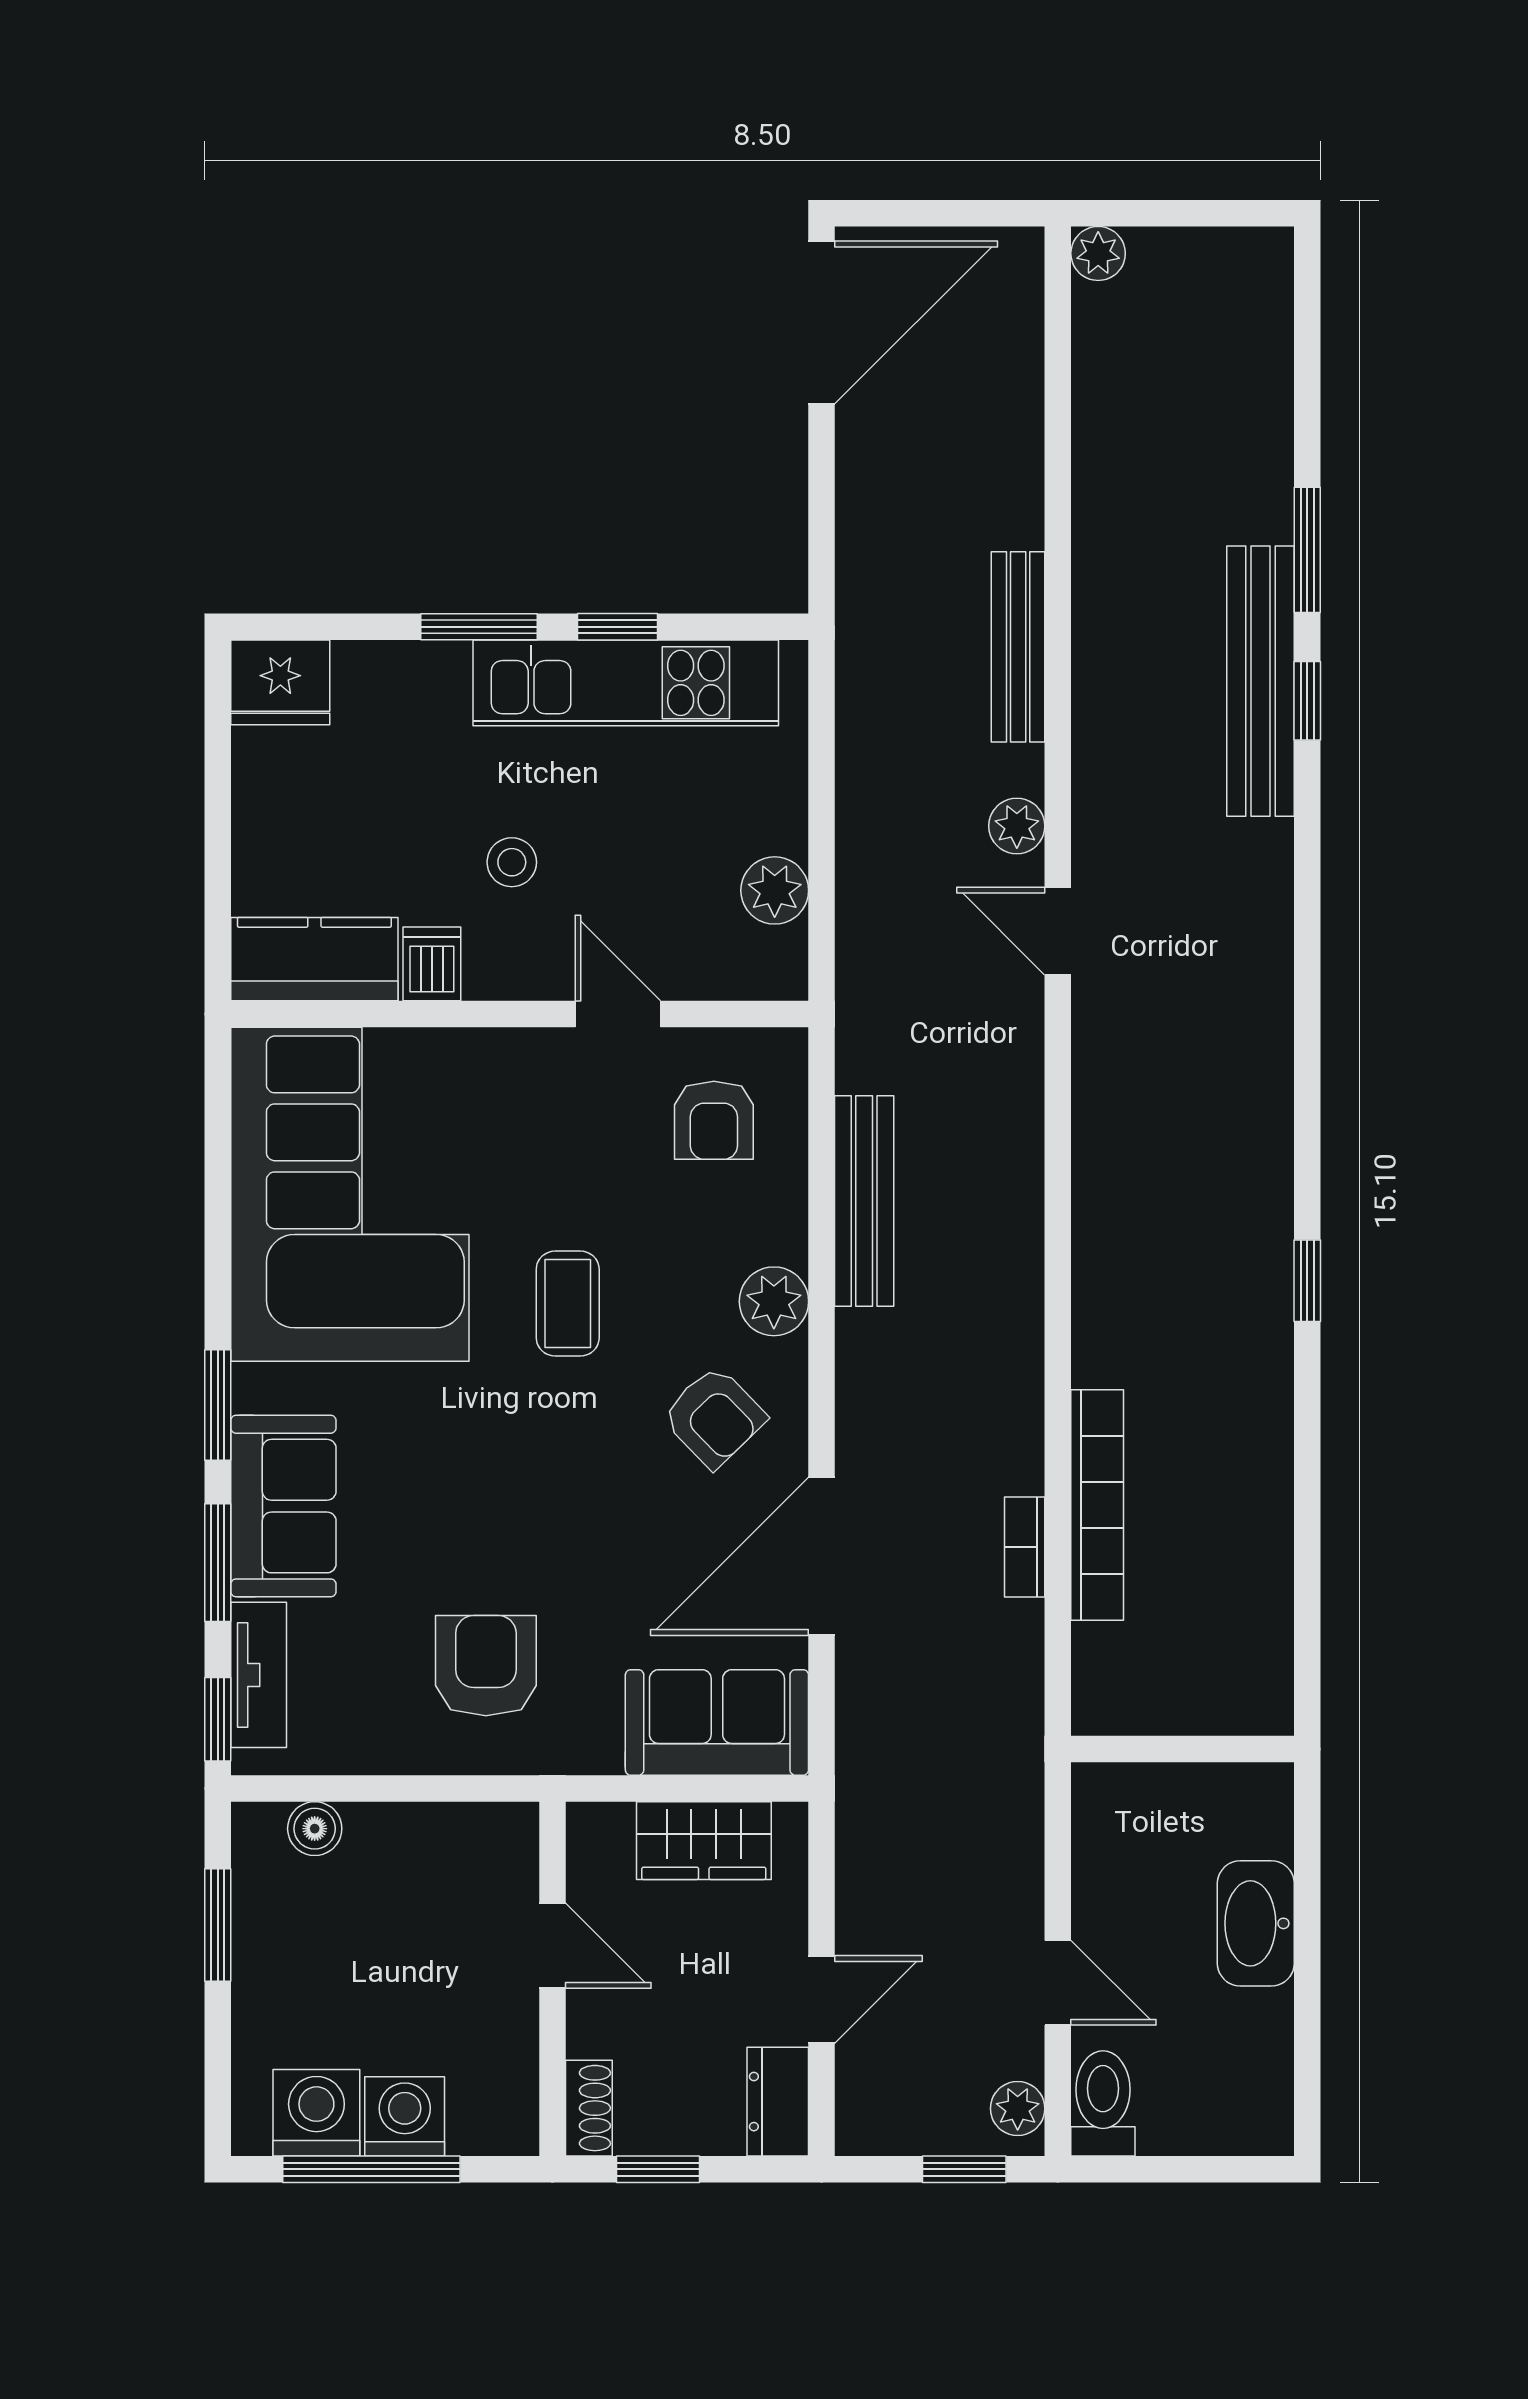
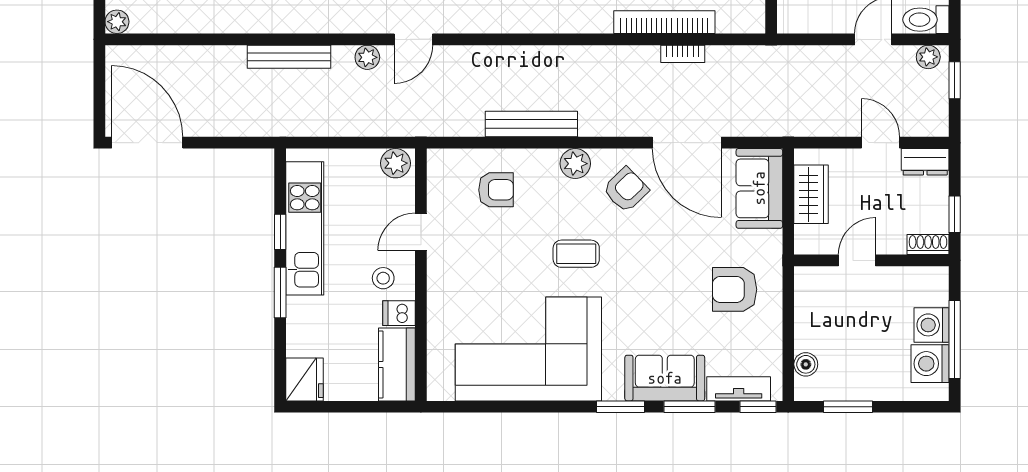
kitchen counter: (314, 959) -> (397, 364), moved
dishwasher: (432, 964) -> (399, 313), moved
wall: (520, 1014) -> (421, 275), moved
door: (618, 1014) -> (421, 232), moved

